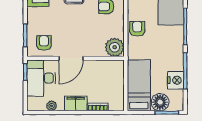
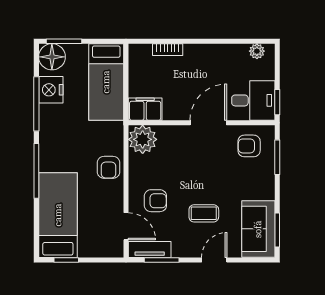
armchair: (44, 43) -> (249, 146), turned 90
desk: (41, 78) -> (253, 100), width x0.73
floor lamp: (160, 102) -> (52, 57), moved
filing cabinet: (76, 103) -> (145, 109), moved, turned 180
plant: (52, 106) -> (257, 51), moved

